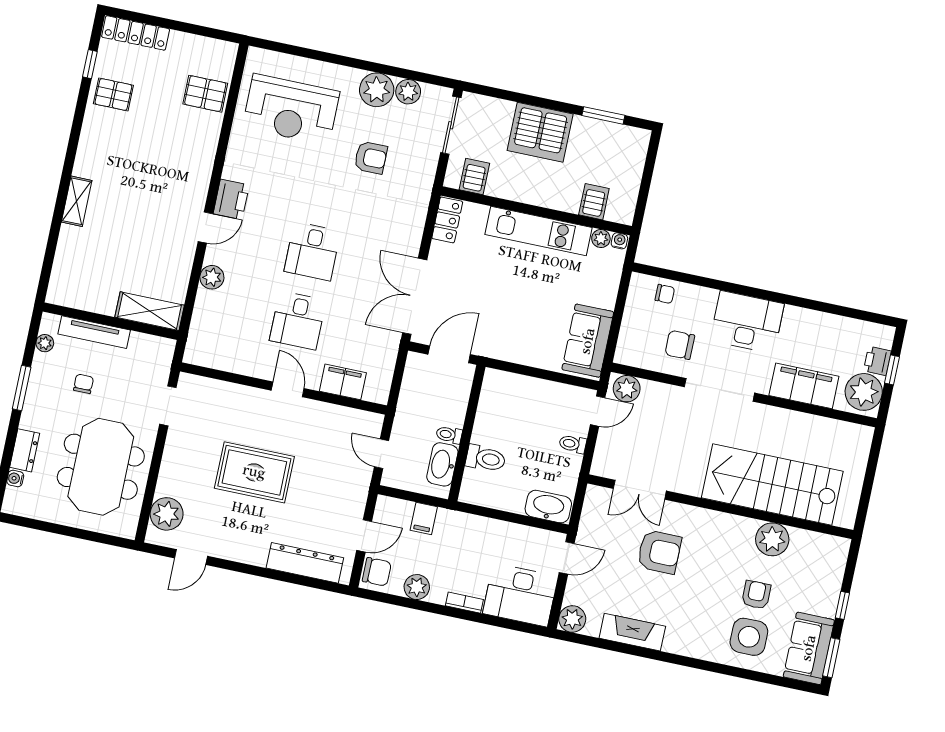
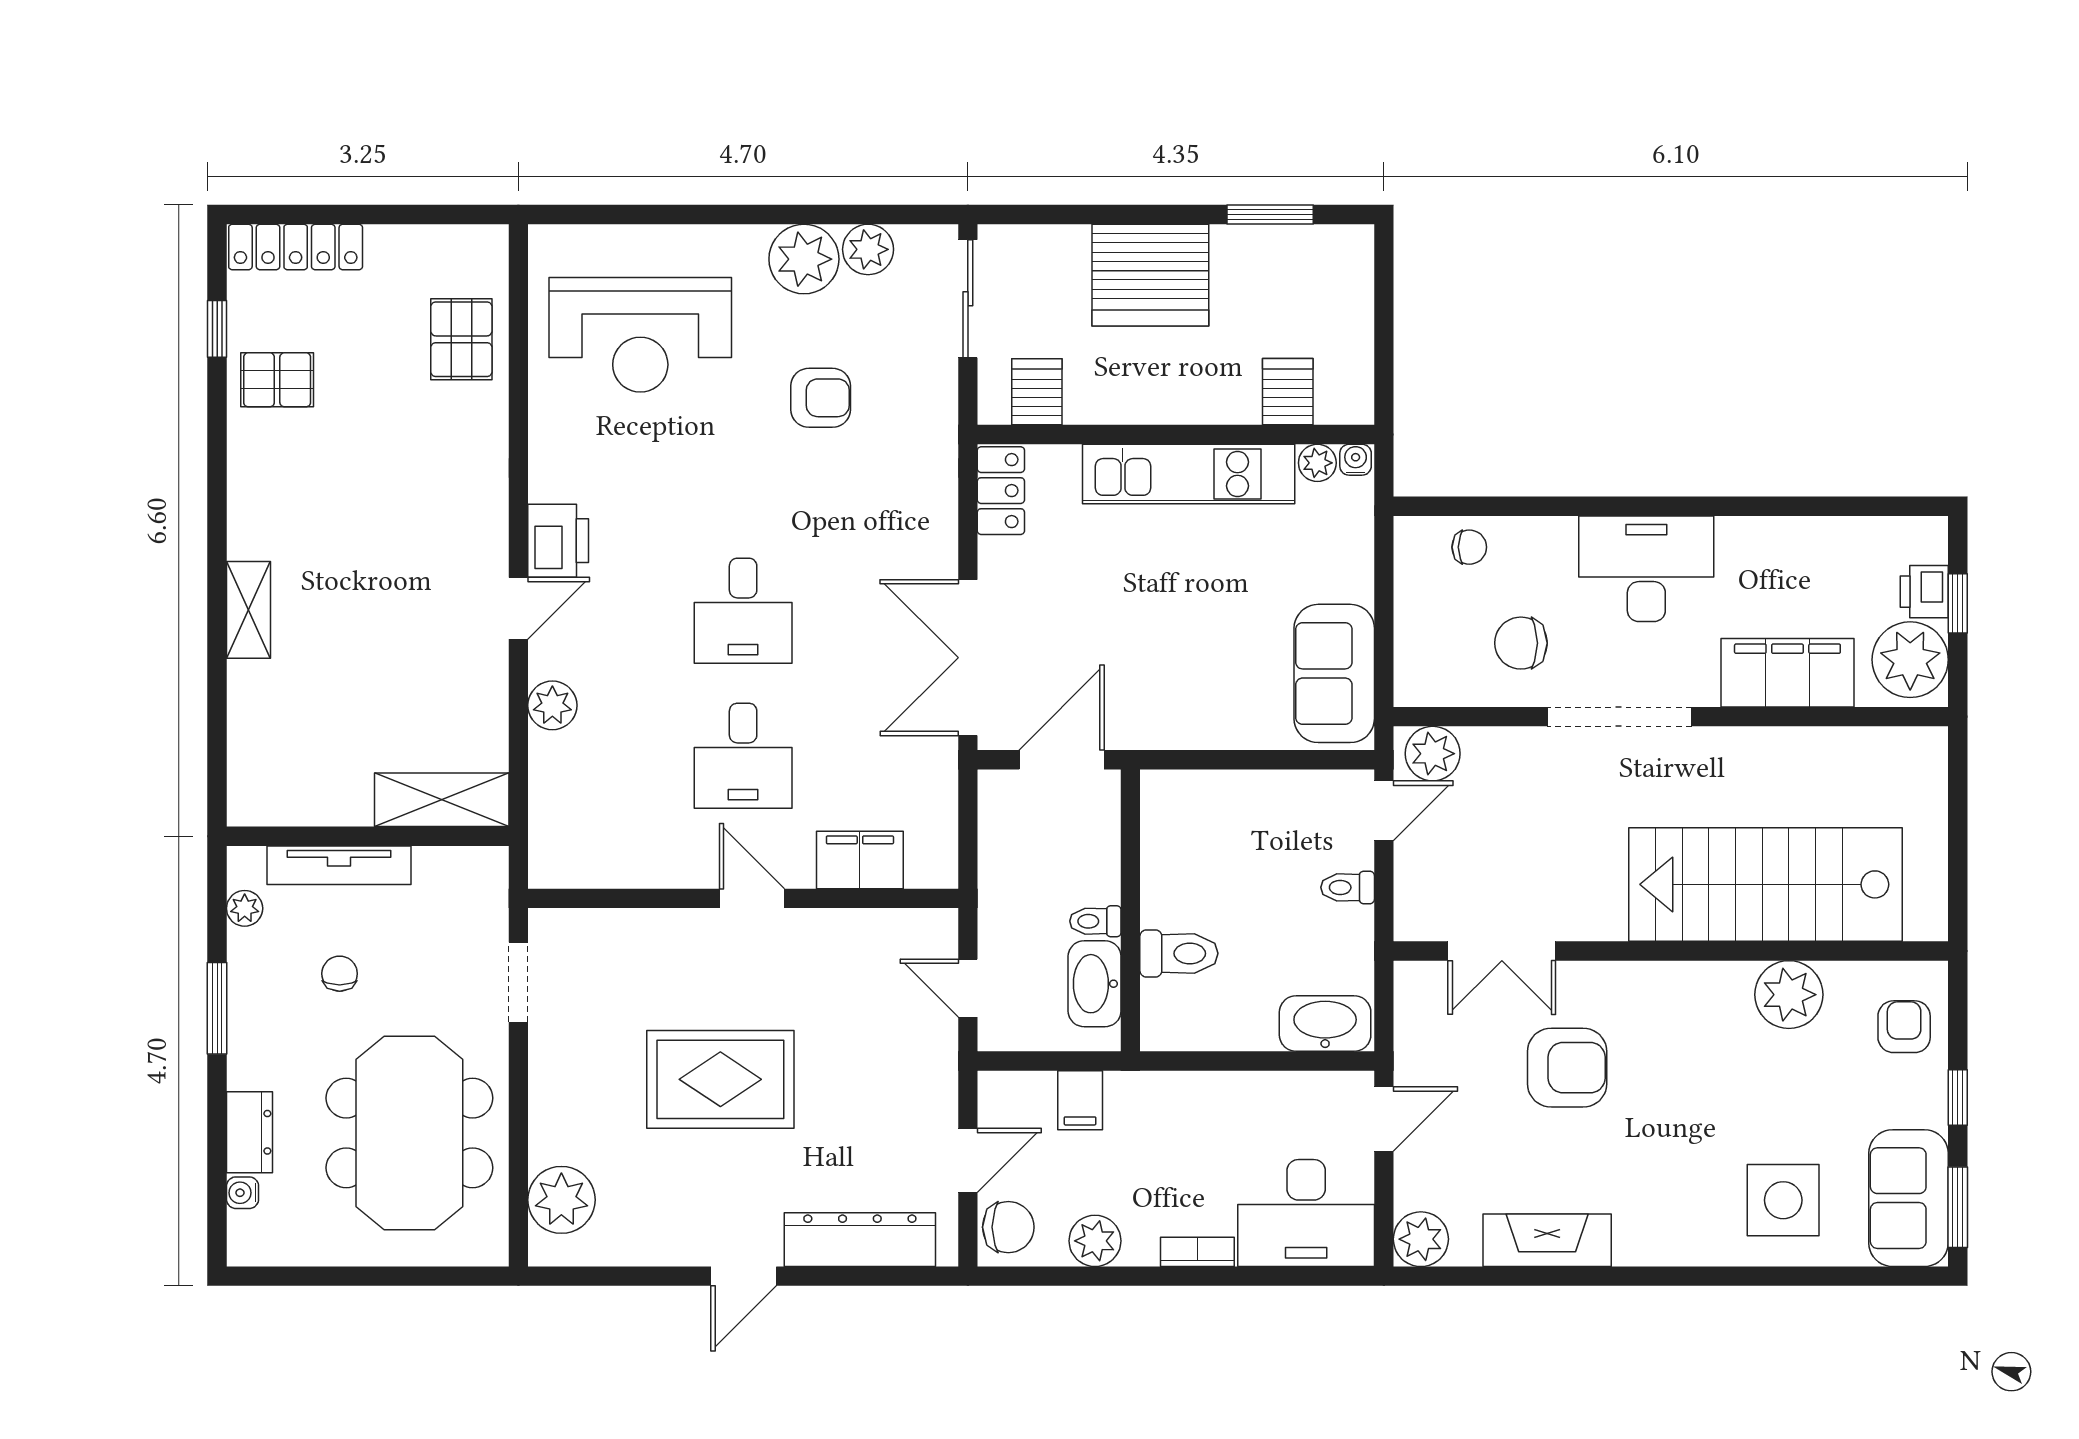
pallet: (205, 94) -> (461, 339), turned 90
door: (191, 557) -> (744, 1276), moved
armchair: (756, 595) -> (1904, 1027), moved

